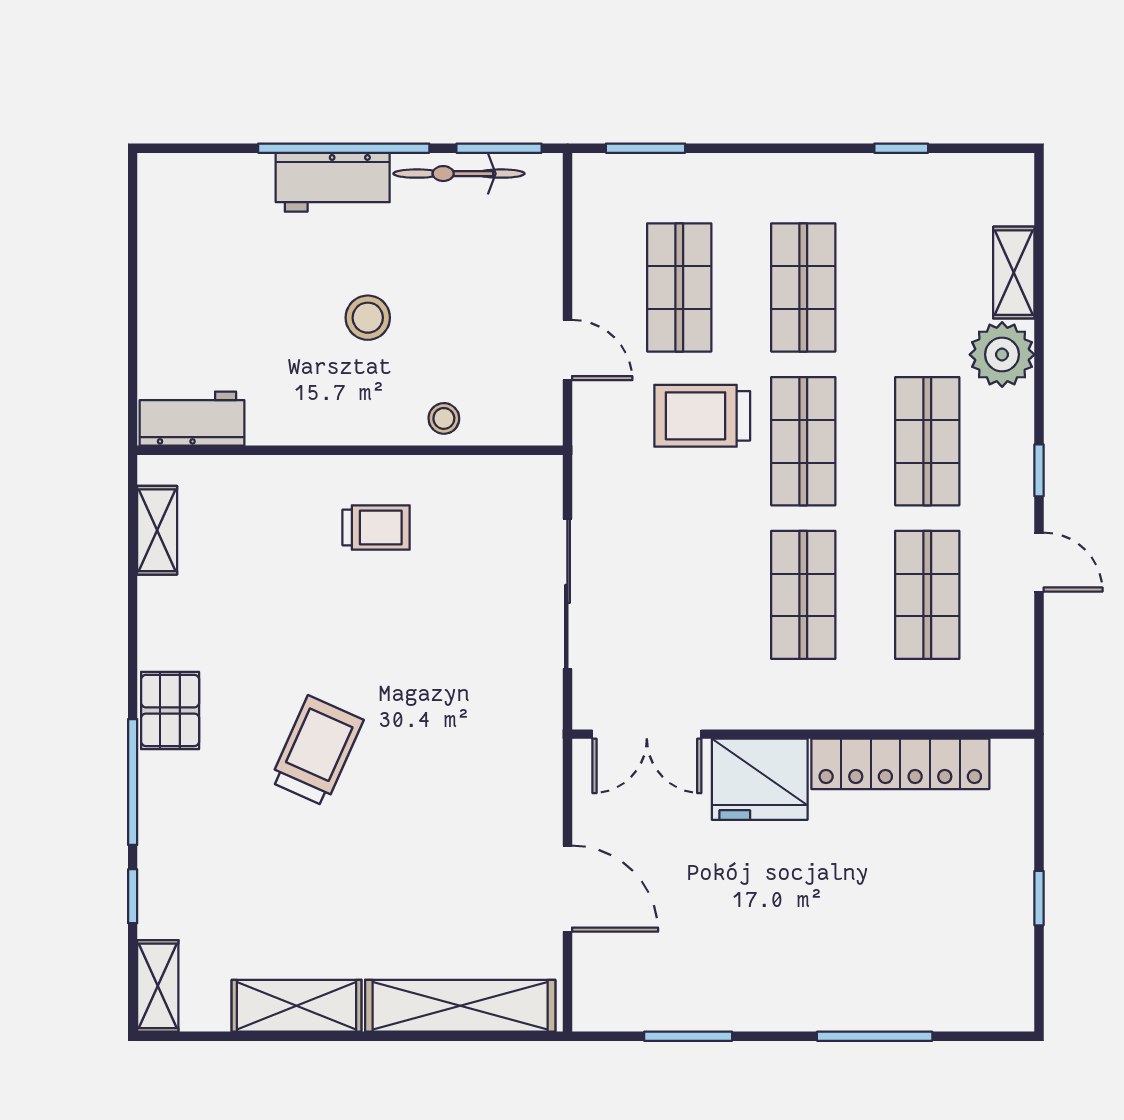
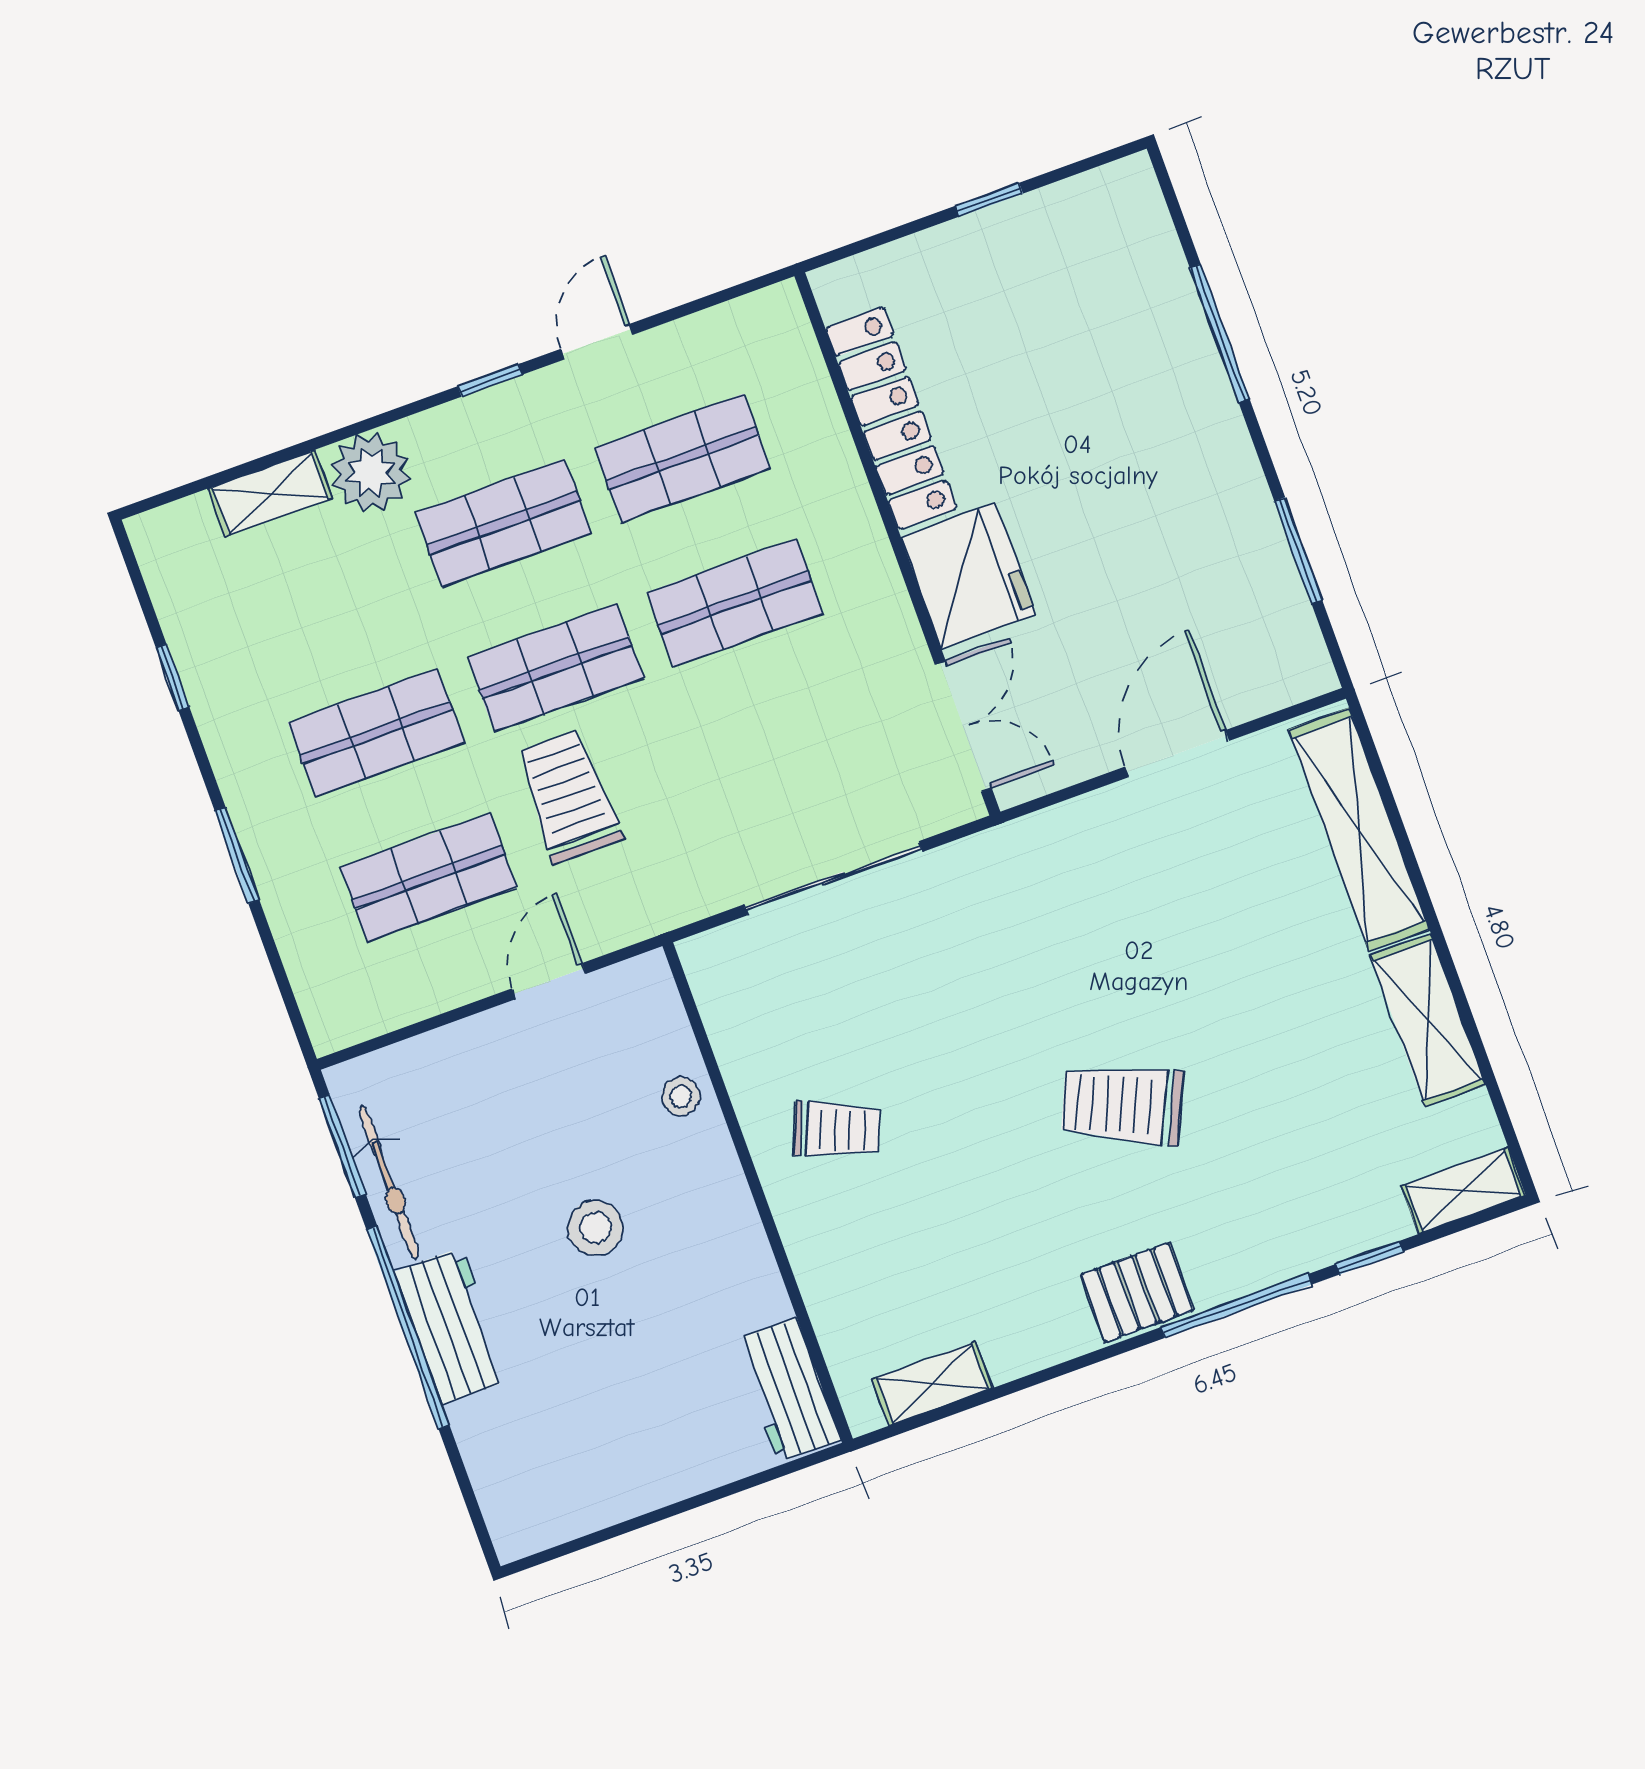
window: (646, 148) -> (237, 855), moved
trolley: (702, 416) -> (569, 796), turned 180
trolley: (376, 528) -> (837, 1129), turned 112

